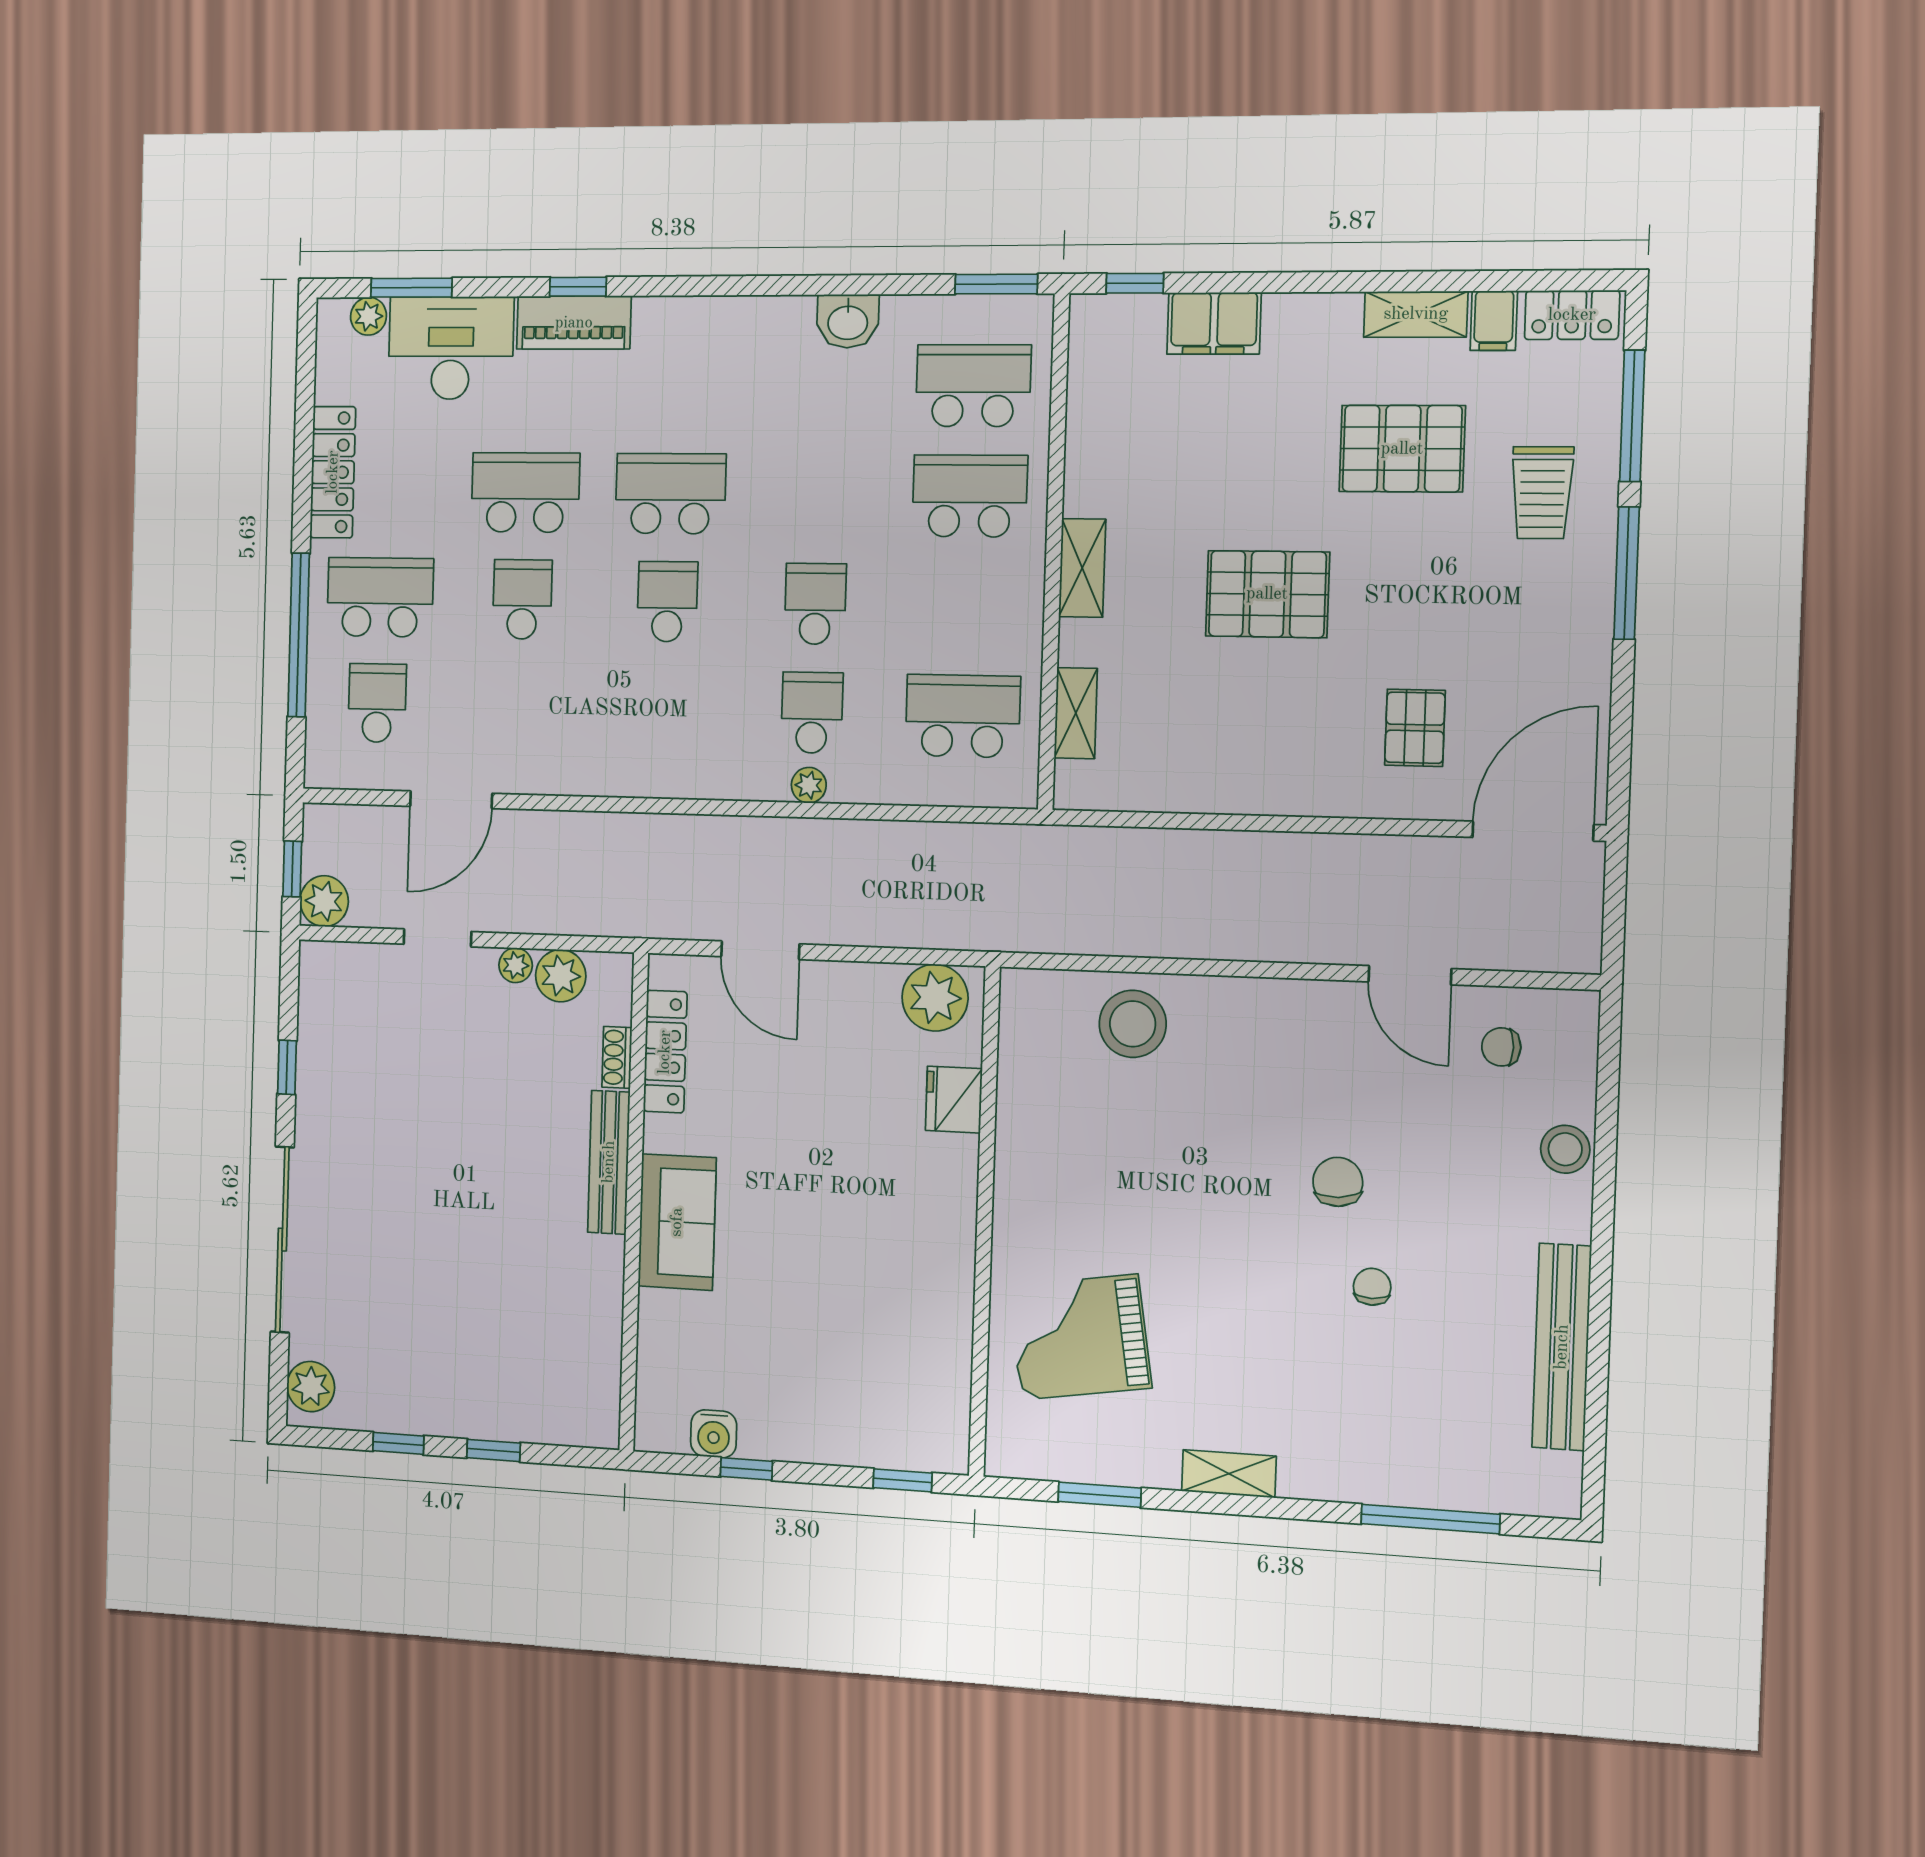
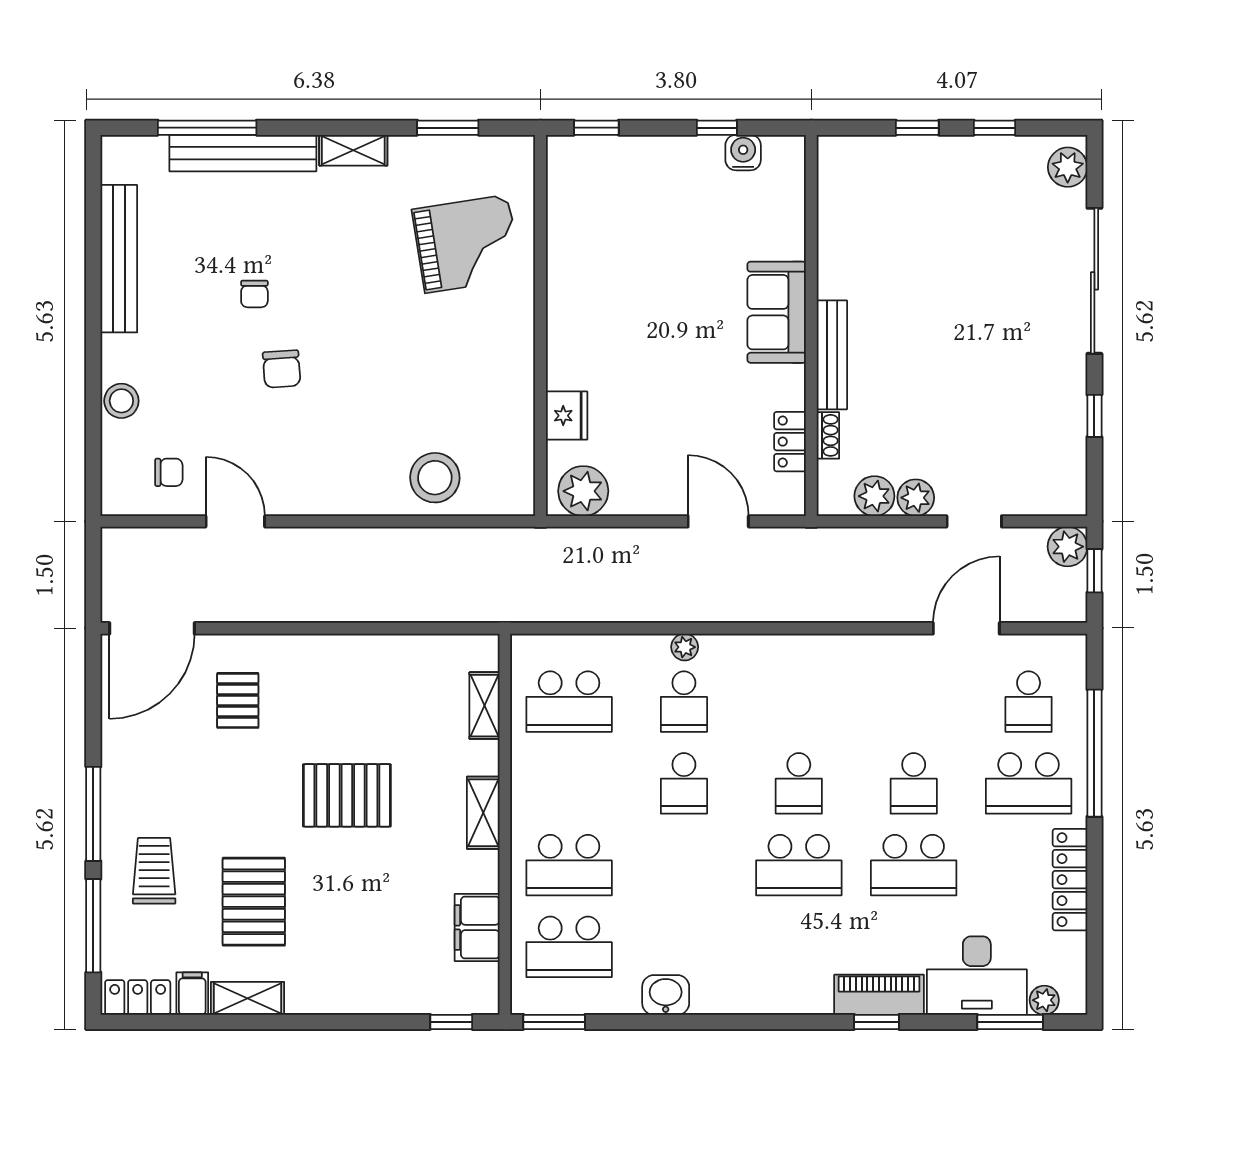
filing cabinet: (1214, 323) -> (477, 927), moved, turned -90
pallet: (1402, 449) -> (254, 902), turned 90
plant: (516, 965) -> (916, 498), width x1.38, depth x1.38
locker: (665, 1052) -> (790, 442), width x0.66
bench: (1381, 1481) -> (243, 153), added

